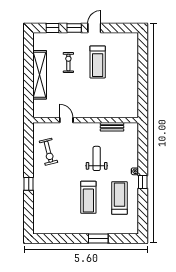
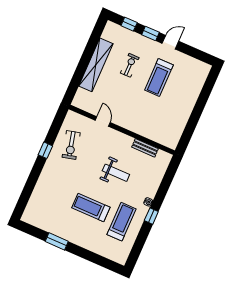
weight bench: (97, 158) -> (116, 173), turned 90
window: (29, 184) -> (45, 150), moved
treadmill: (88, 197) -> (91, 208), turned 90
window: (98, 239) -> (57, 241), moved

